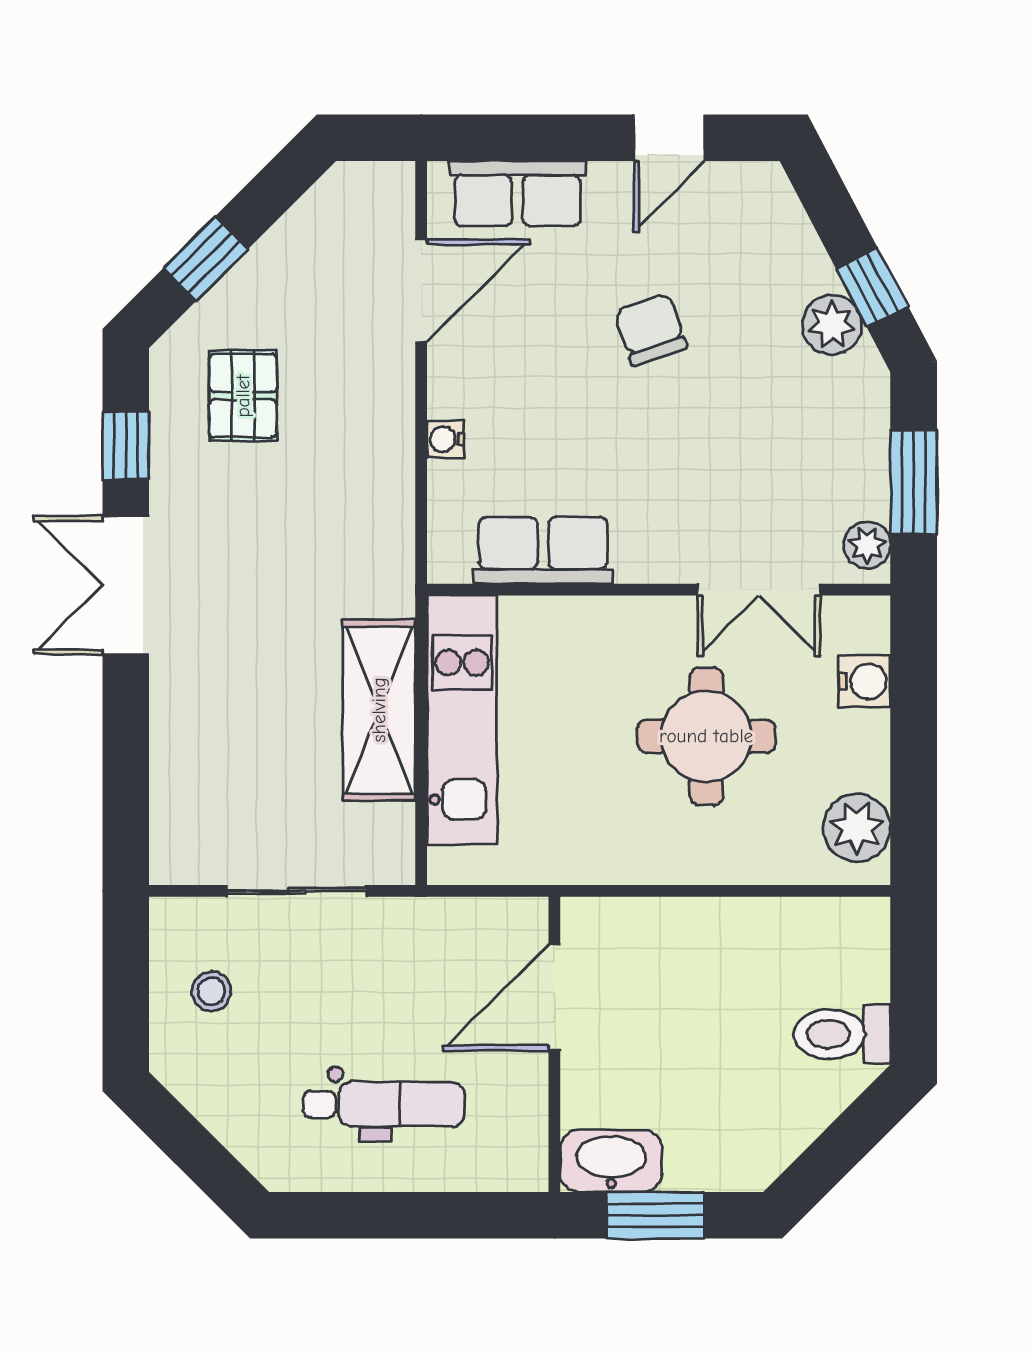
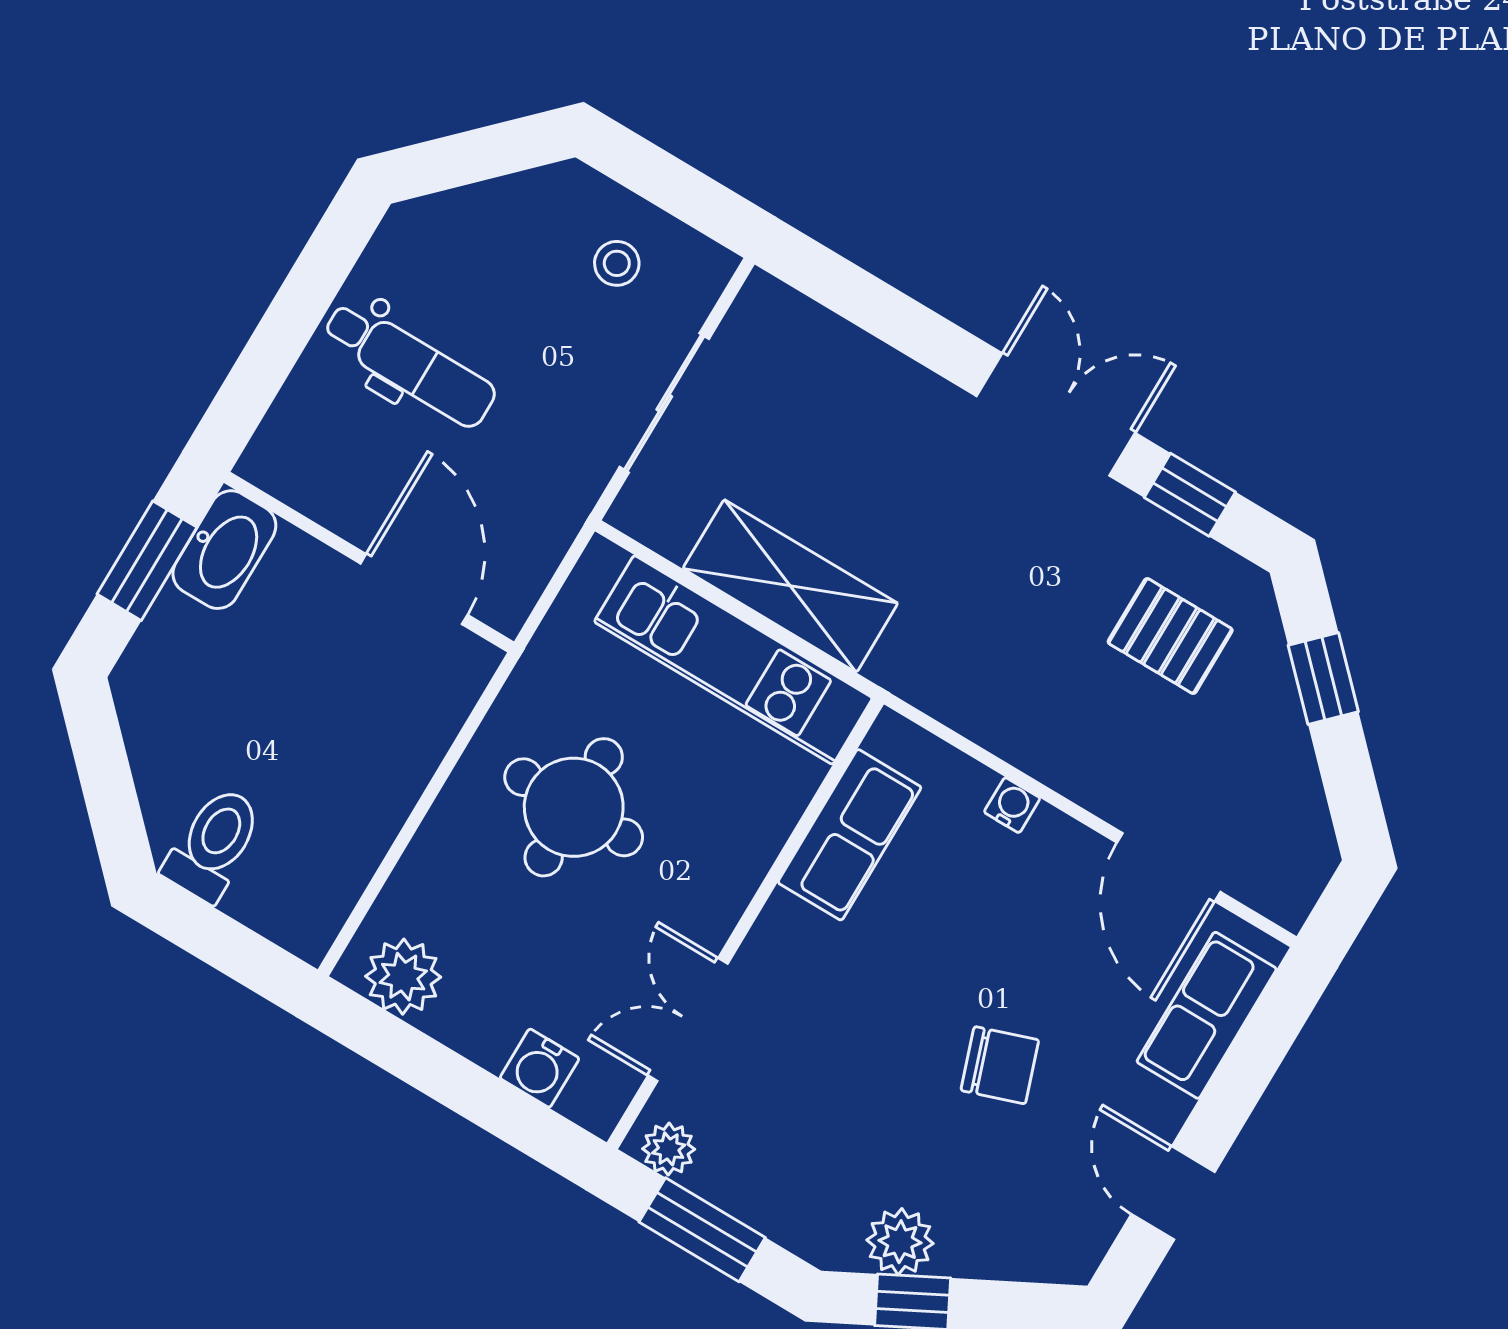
round table: (706, 736) -> (574, 807), moved
dental chair: (384, 1104) -> (409, 364), turned -90

